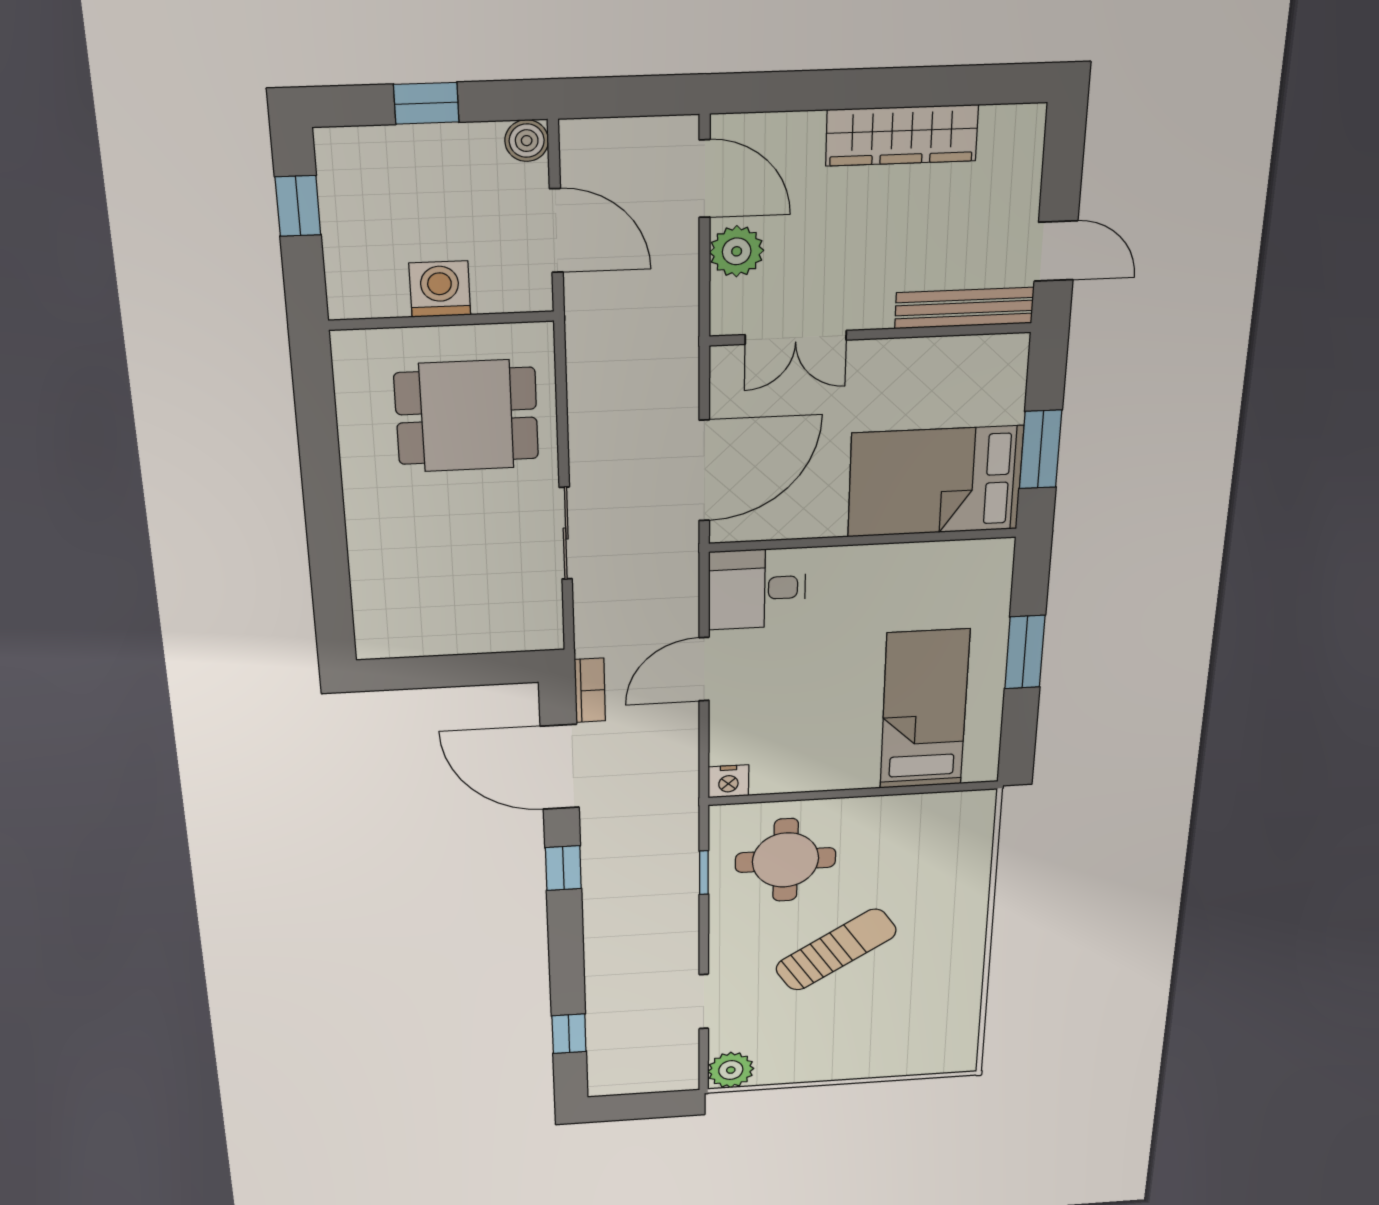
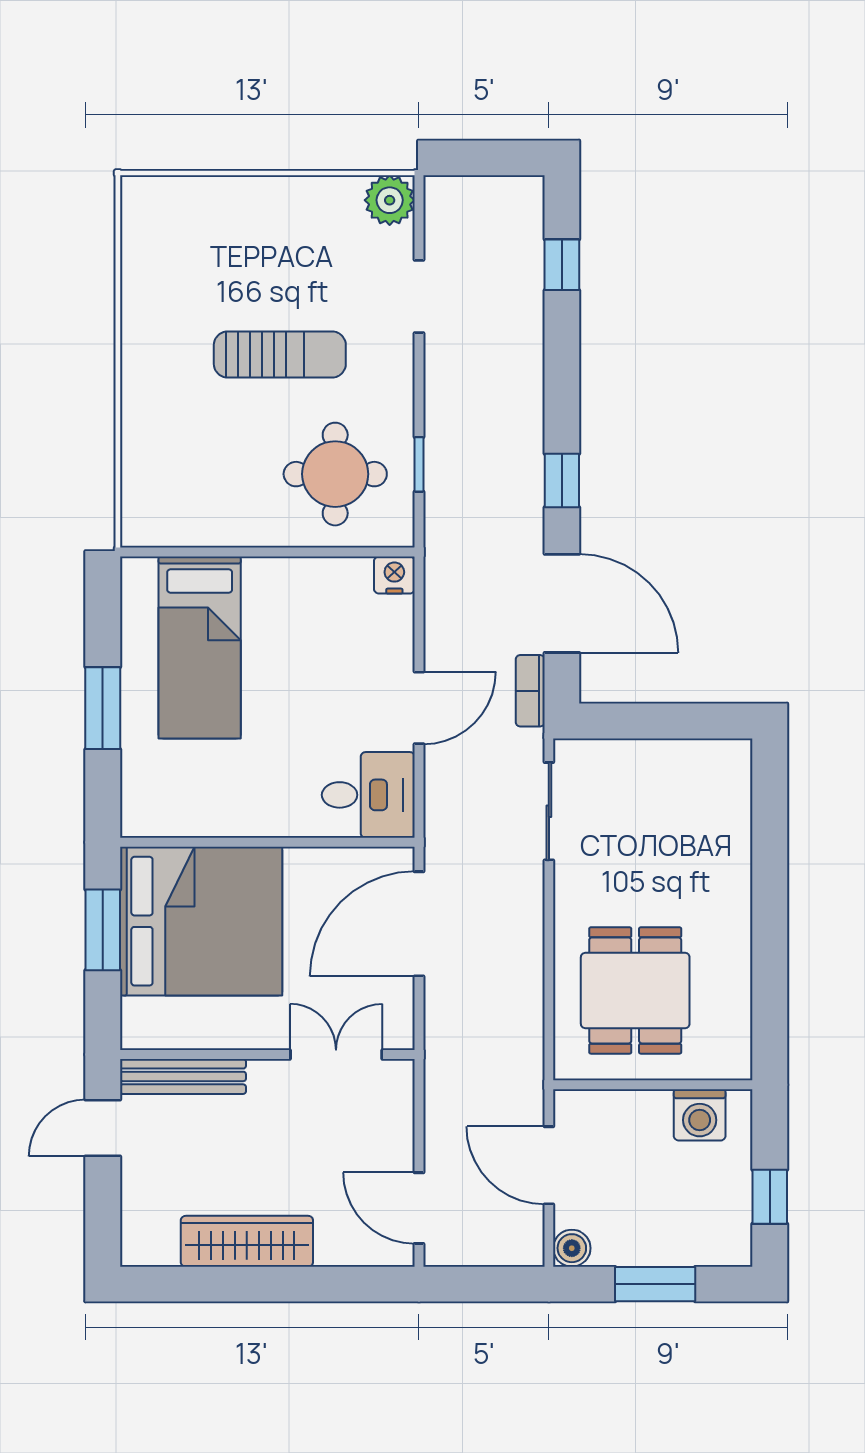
window: (426, 103) -> (655, 1284), width x1.50
plant: (737, 251) -> (390, 1140), removed
door: (1056, 251) -> (103, 1128), hinge flipped
washing machine: (440, 289) -> (700, 1115), moved
dining table: (467, 416) -> (635, 990), turned 90
bed: (935, 482) -> (201, 921), width x1.36
sliding door: (566, 533) -> (549, 811), moved
sun lounger: (836, 950) -> (280, 354), turned -147

